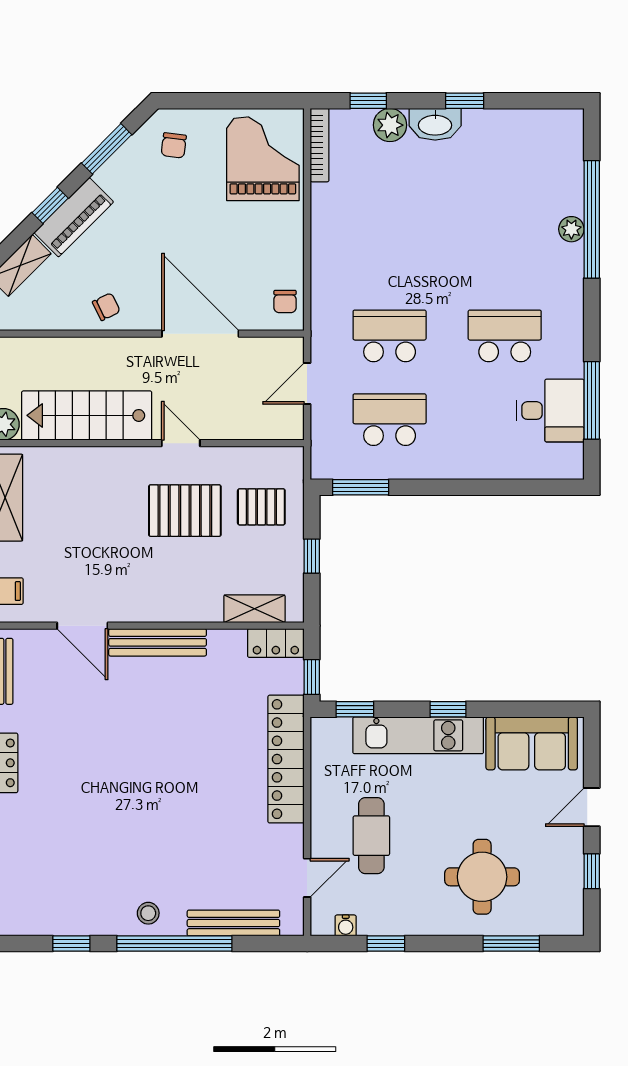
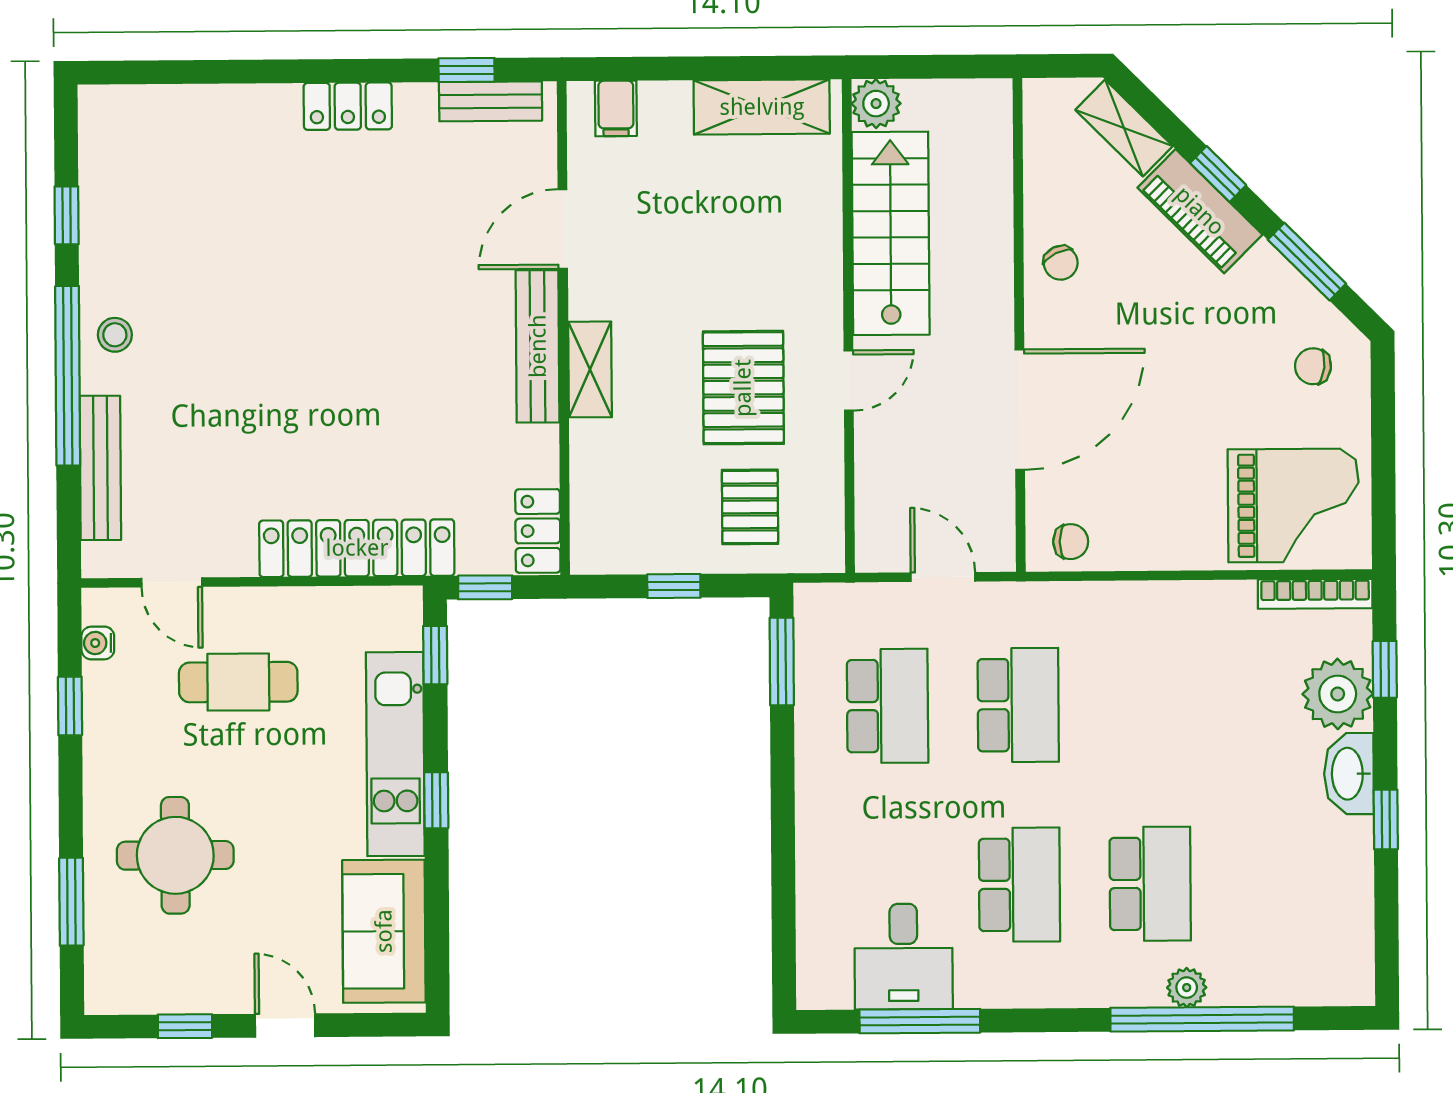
plant: (390, 125) -> (1338, 694), width x1.36, depth x1.36
school desk: (505, 252) -> (1150, 884), added
chair: (285, 301) -> (1071, 542), turned 180
shelving: (254, 609) -> (590, 369), moved

